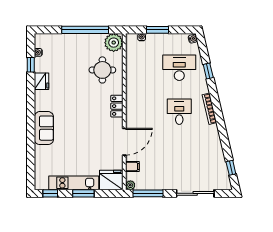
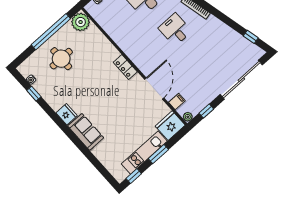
round table: (102, 70) -> (61, 59), moved
fridge: (41, 81) -> (67, 114), moved
window: (148, 193) -> (206, 111), width x0.46
sliding door: (195, 193) -> (241, 80), width x1.36

